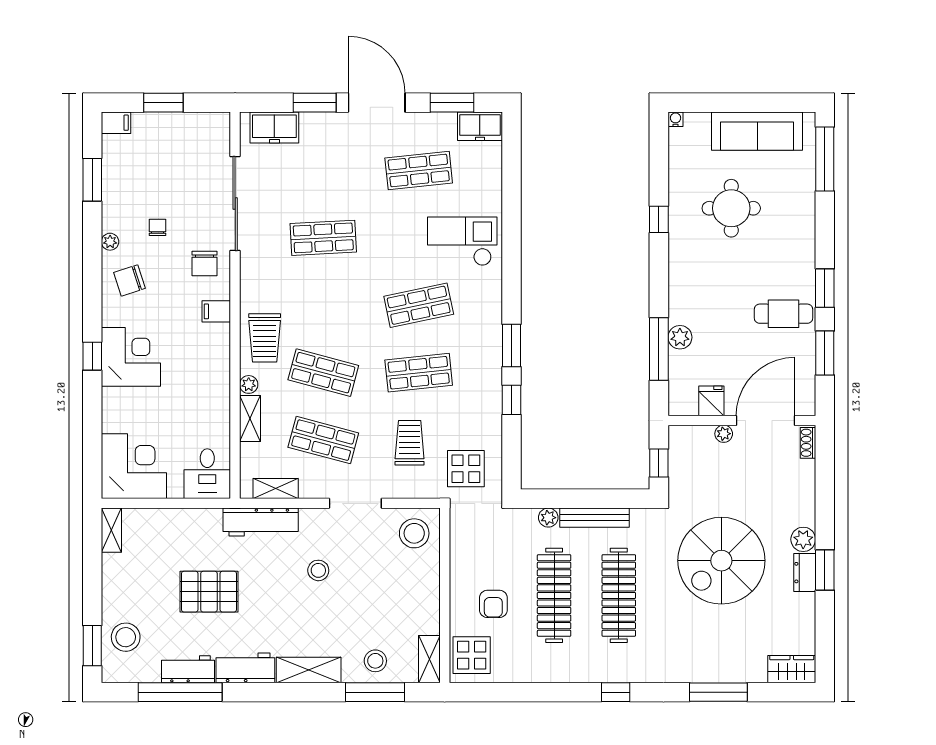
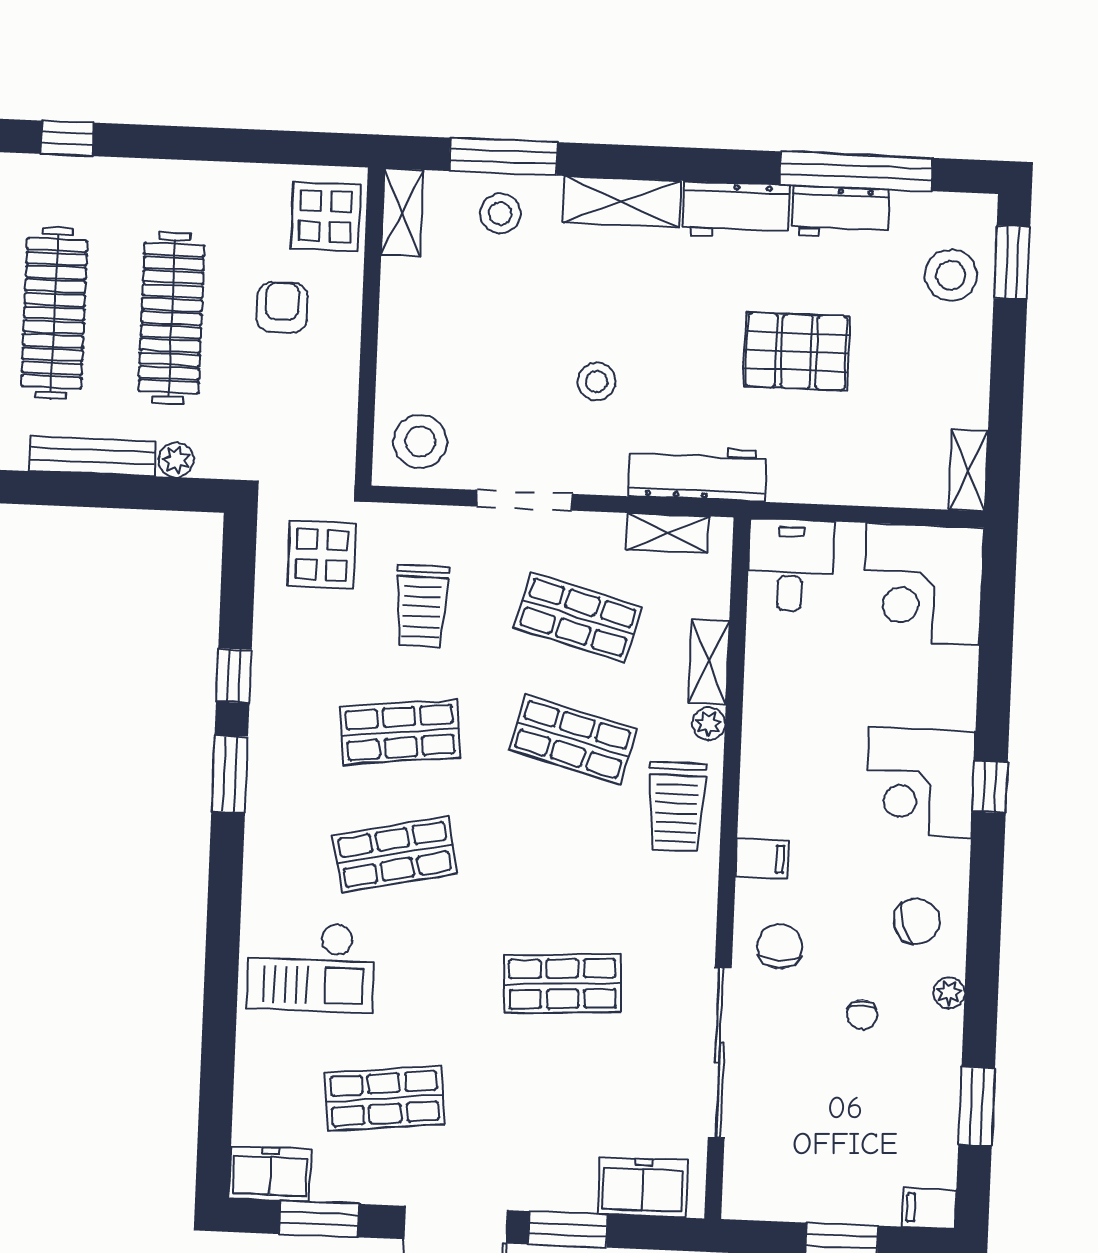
trolley: (265, 338) -> (676, 807), turned 180

